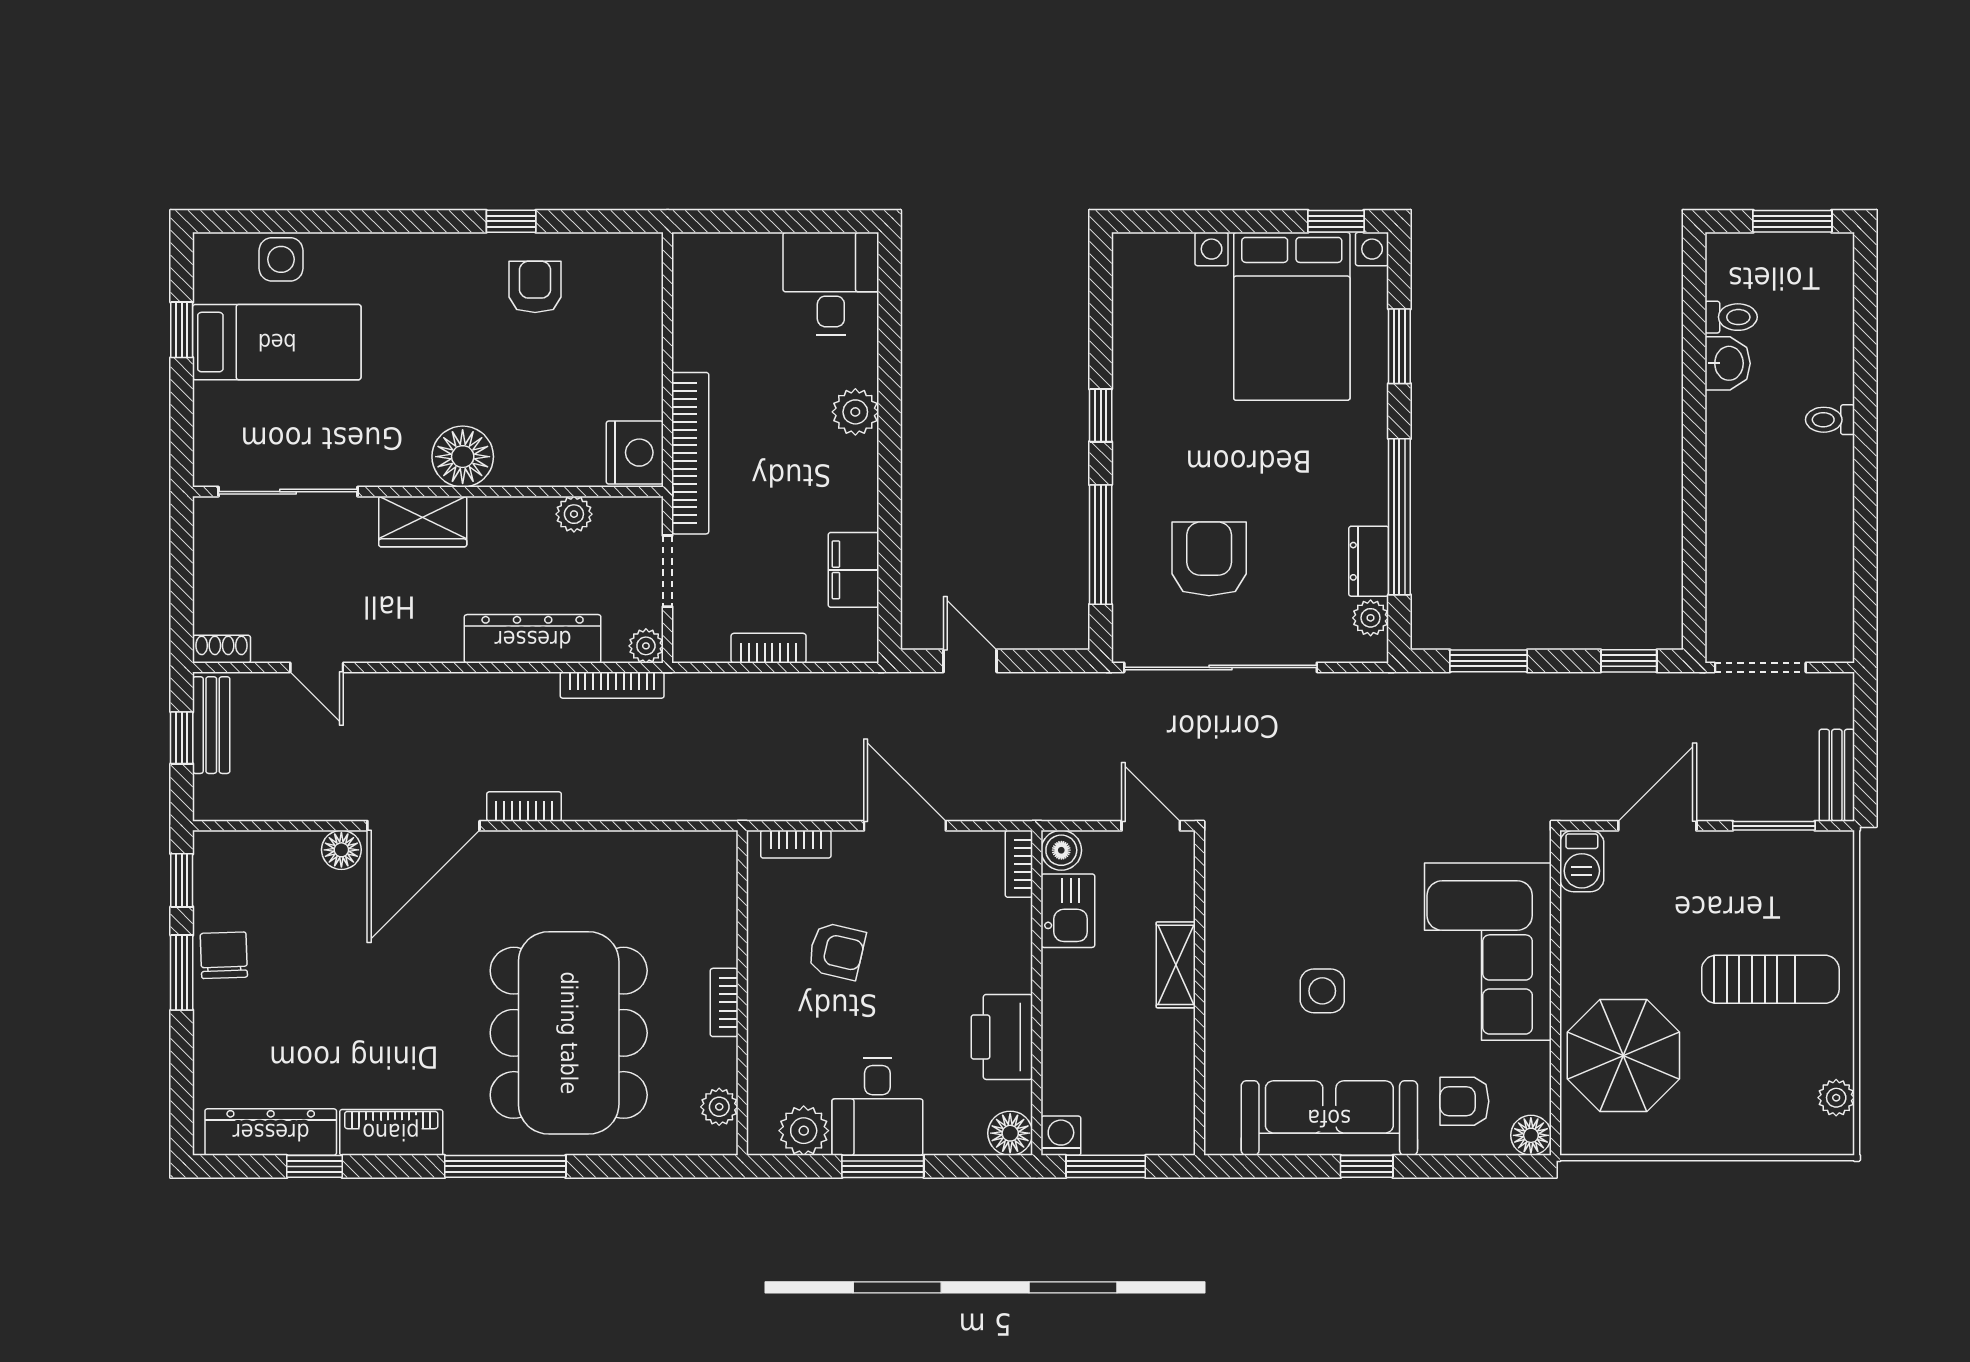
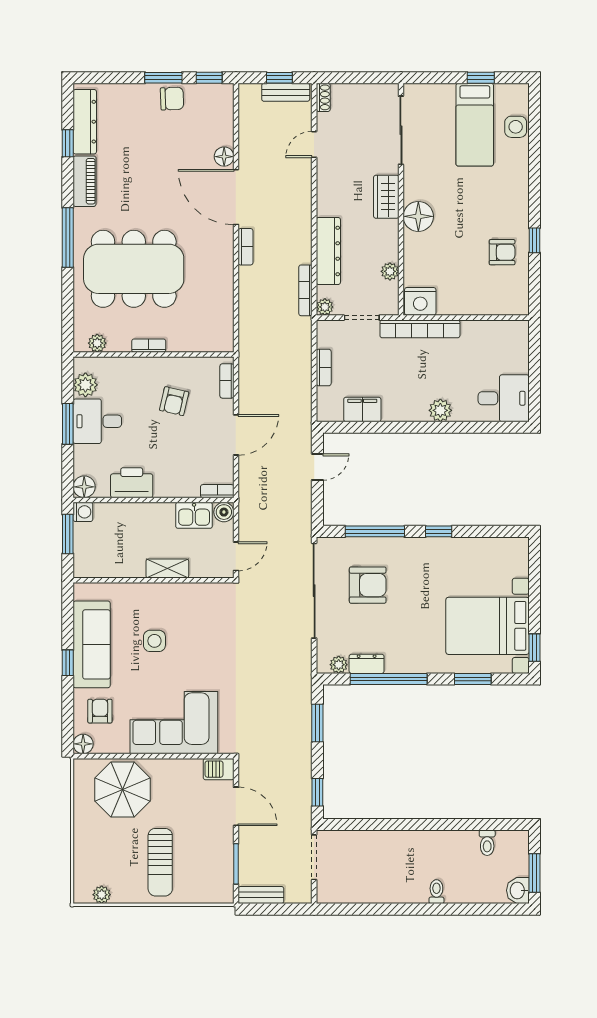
washbasin: (1728, 363) -> (518, 890), moved, turned 90

